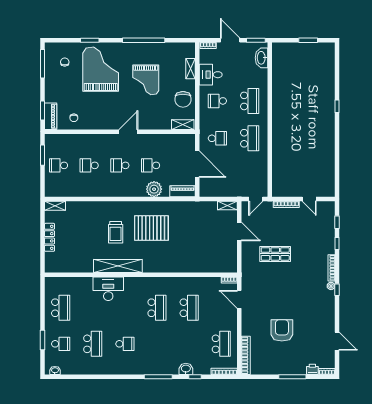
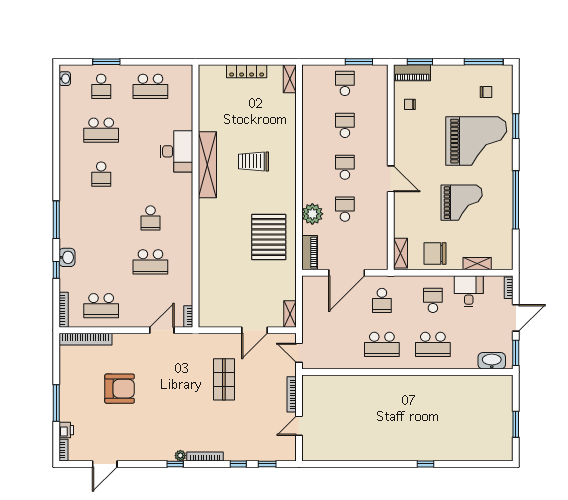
grand piano: (146, 80) -> (462, 203), turned 180
pallet: (151, 228) -> (269, 237), moved
school desk: (157, 308) -> (150, 218), width x0.54

